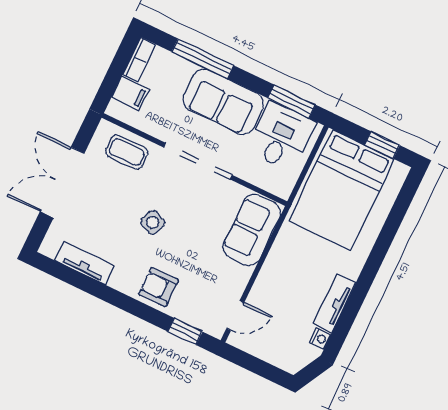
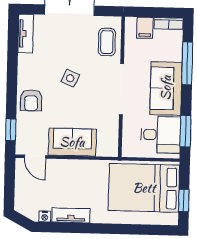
sofa: (252, 230) -> (72, 142), moved
tv unit: (85, 263) -> (26, 33), moved
armchair: (159, 287) -> (31, 100), turned 180

